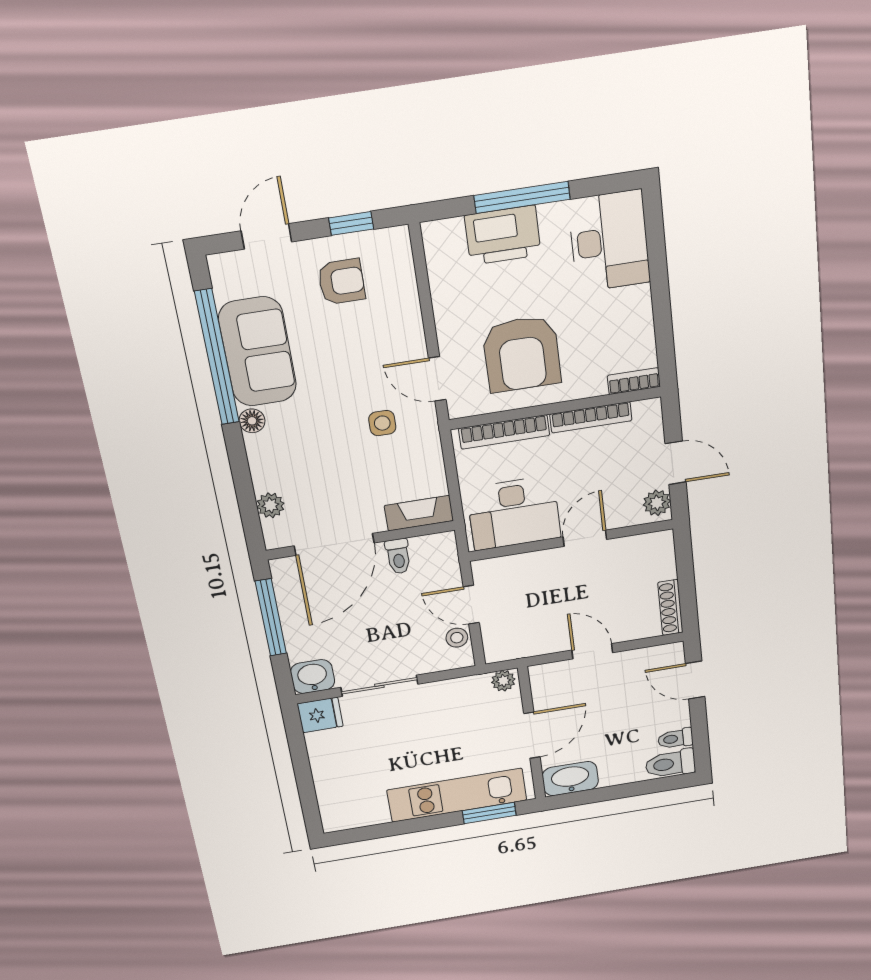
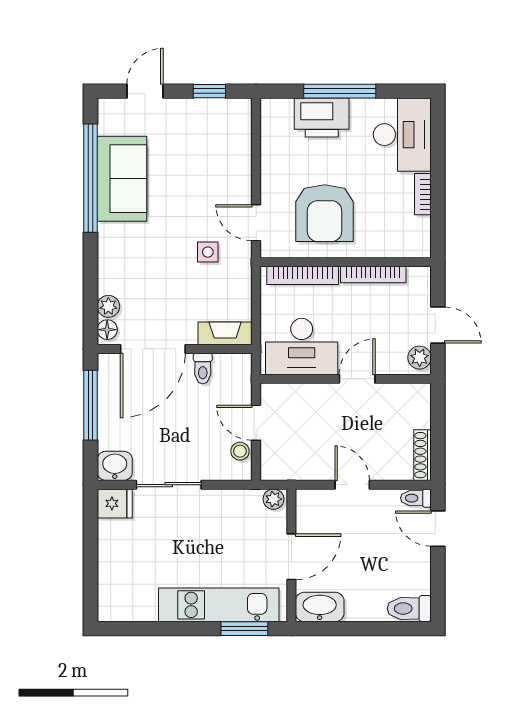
armchair: (341, 282) -> (195, 134), removed
bookcase: (634, 381) -> (423, 194), moved, turned -90
floor lamp: (252, 421) -> (107, 330), moved
toilet: (675, 739) -> (416, 498), moved

